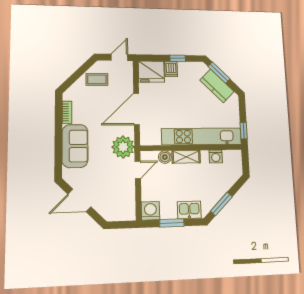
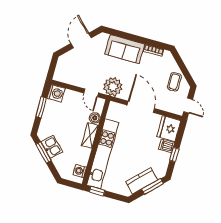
washing machine: (216, 156) -> (80, 171), moved
kitchen sink: (189, 210) -> (52, 147), moved, turned -45

